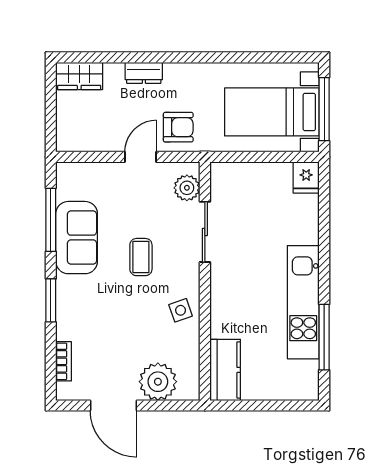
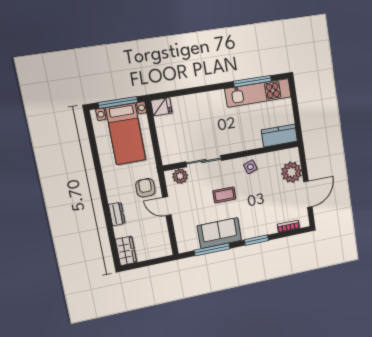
kitchen unit: (303, 302) -> (258, 93), moved

